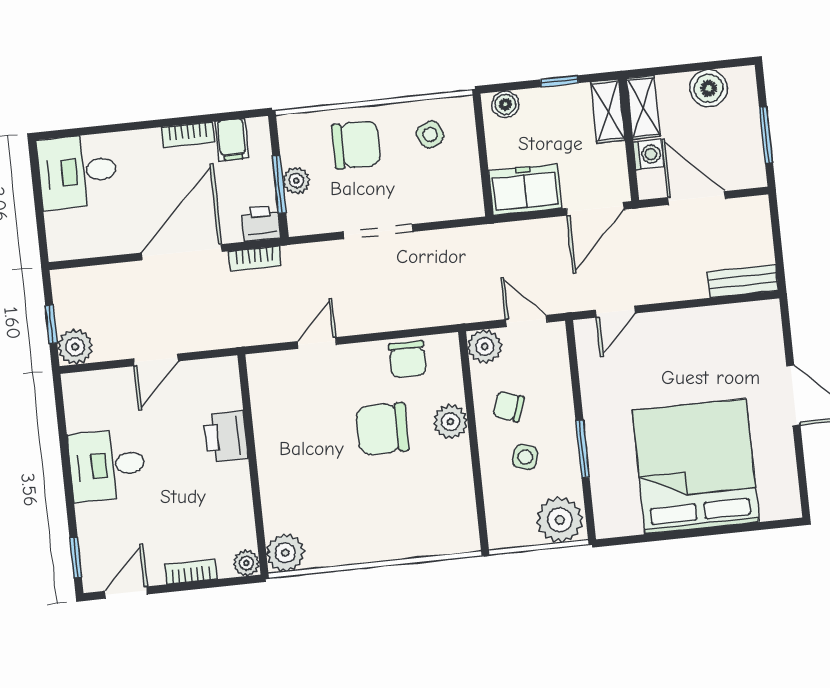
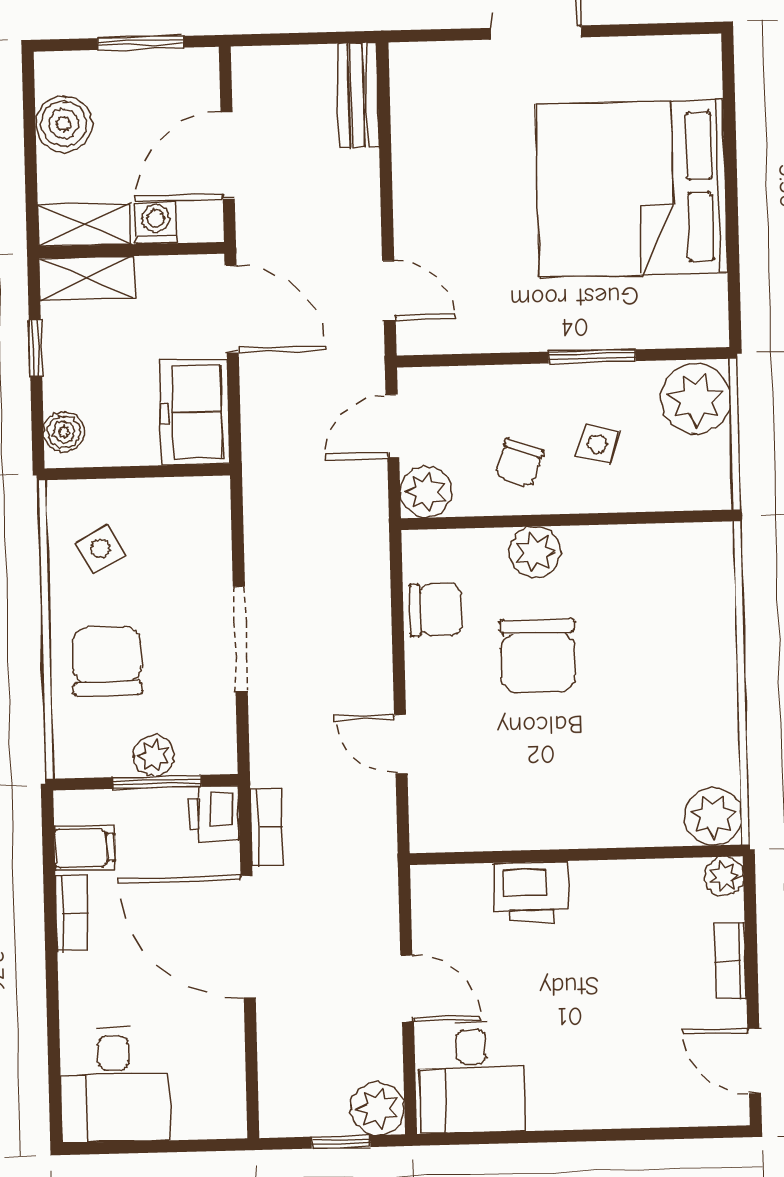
desk: (107, 465) -> (472, 1077), moved
window: (76, 558) -> (695, 1133), removed

